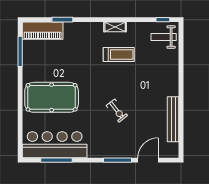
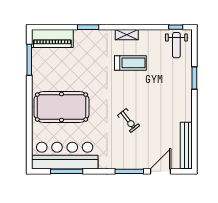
window: (62, 20) -> (88, 27), moved
weight bench: (164, 37) -> (176, 45), turned -90
window: (181, 69) -> (194, 78), added
bench: (173, 119) -> (186, 145), moved

